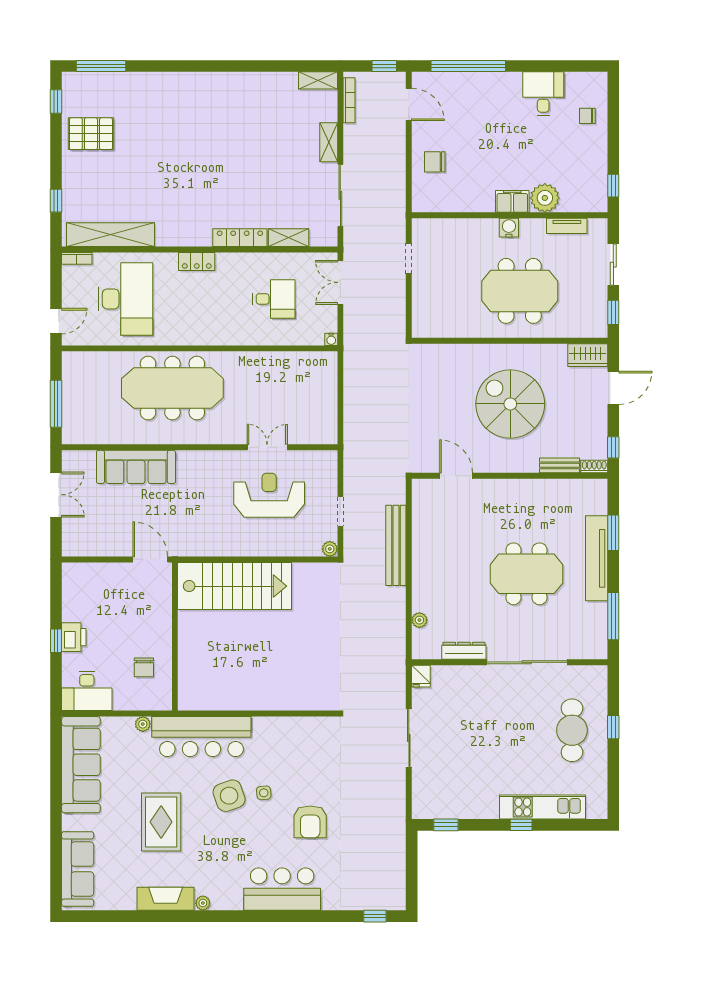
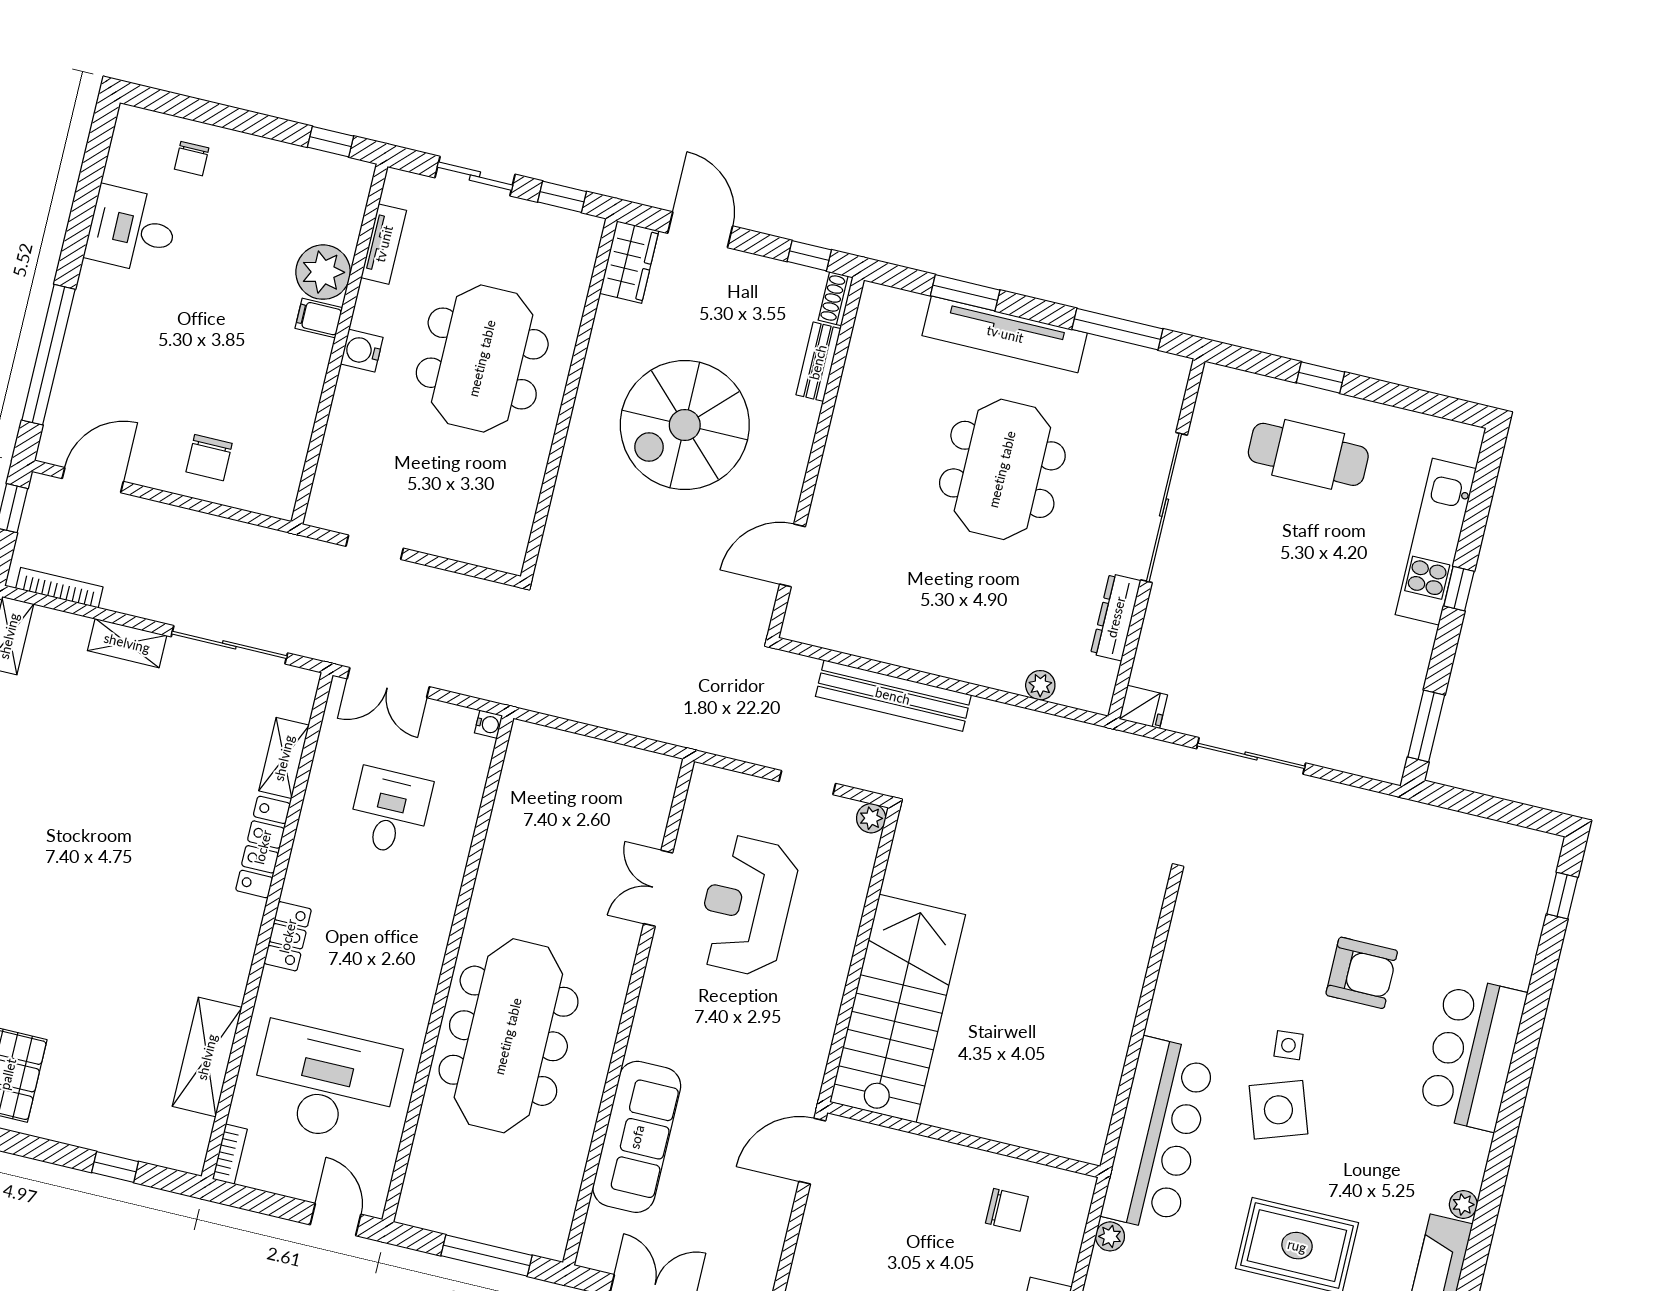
filing cabinet: (512, 201) -> (319, 318), width x0.50
shelving: (110, 235) -> (207, 1057), width x0.68
window: (446, 825) -> (1426, 726), width x1.50

